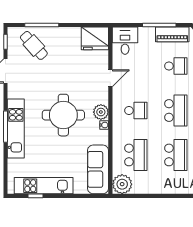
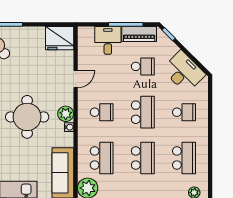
desk: (125, 41) -> (108, 40), moved

